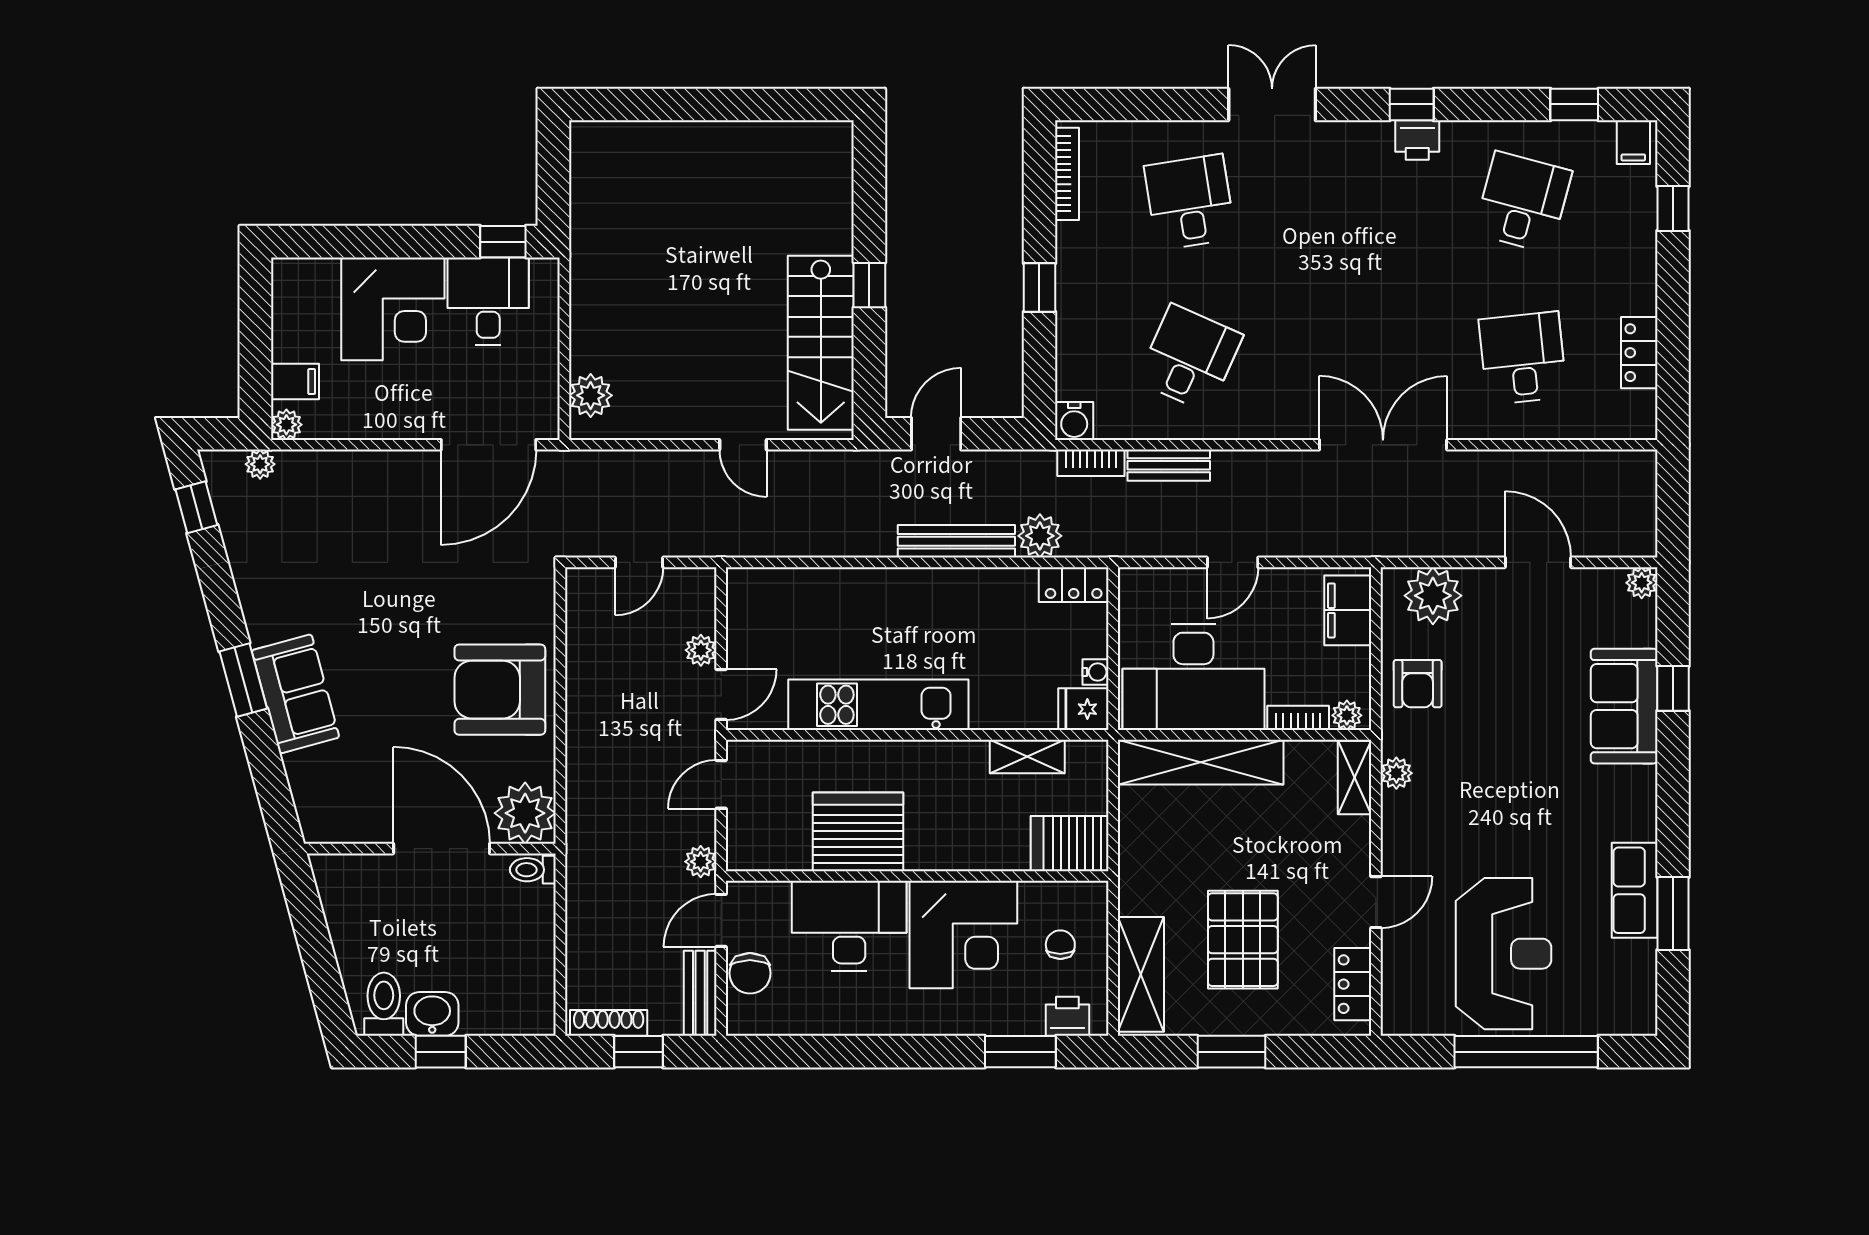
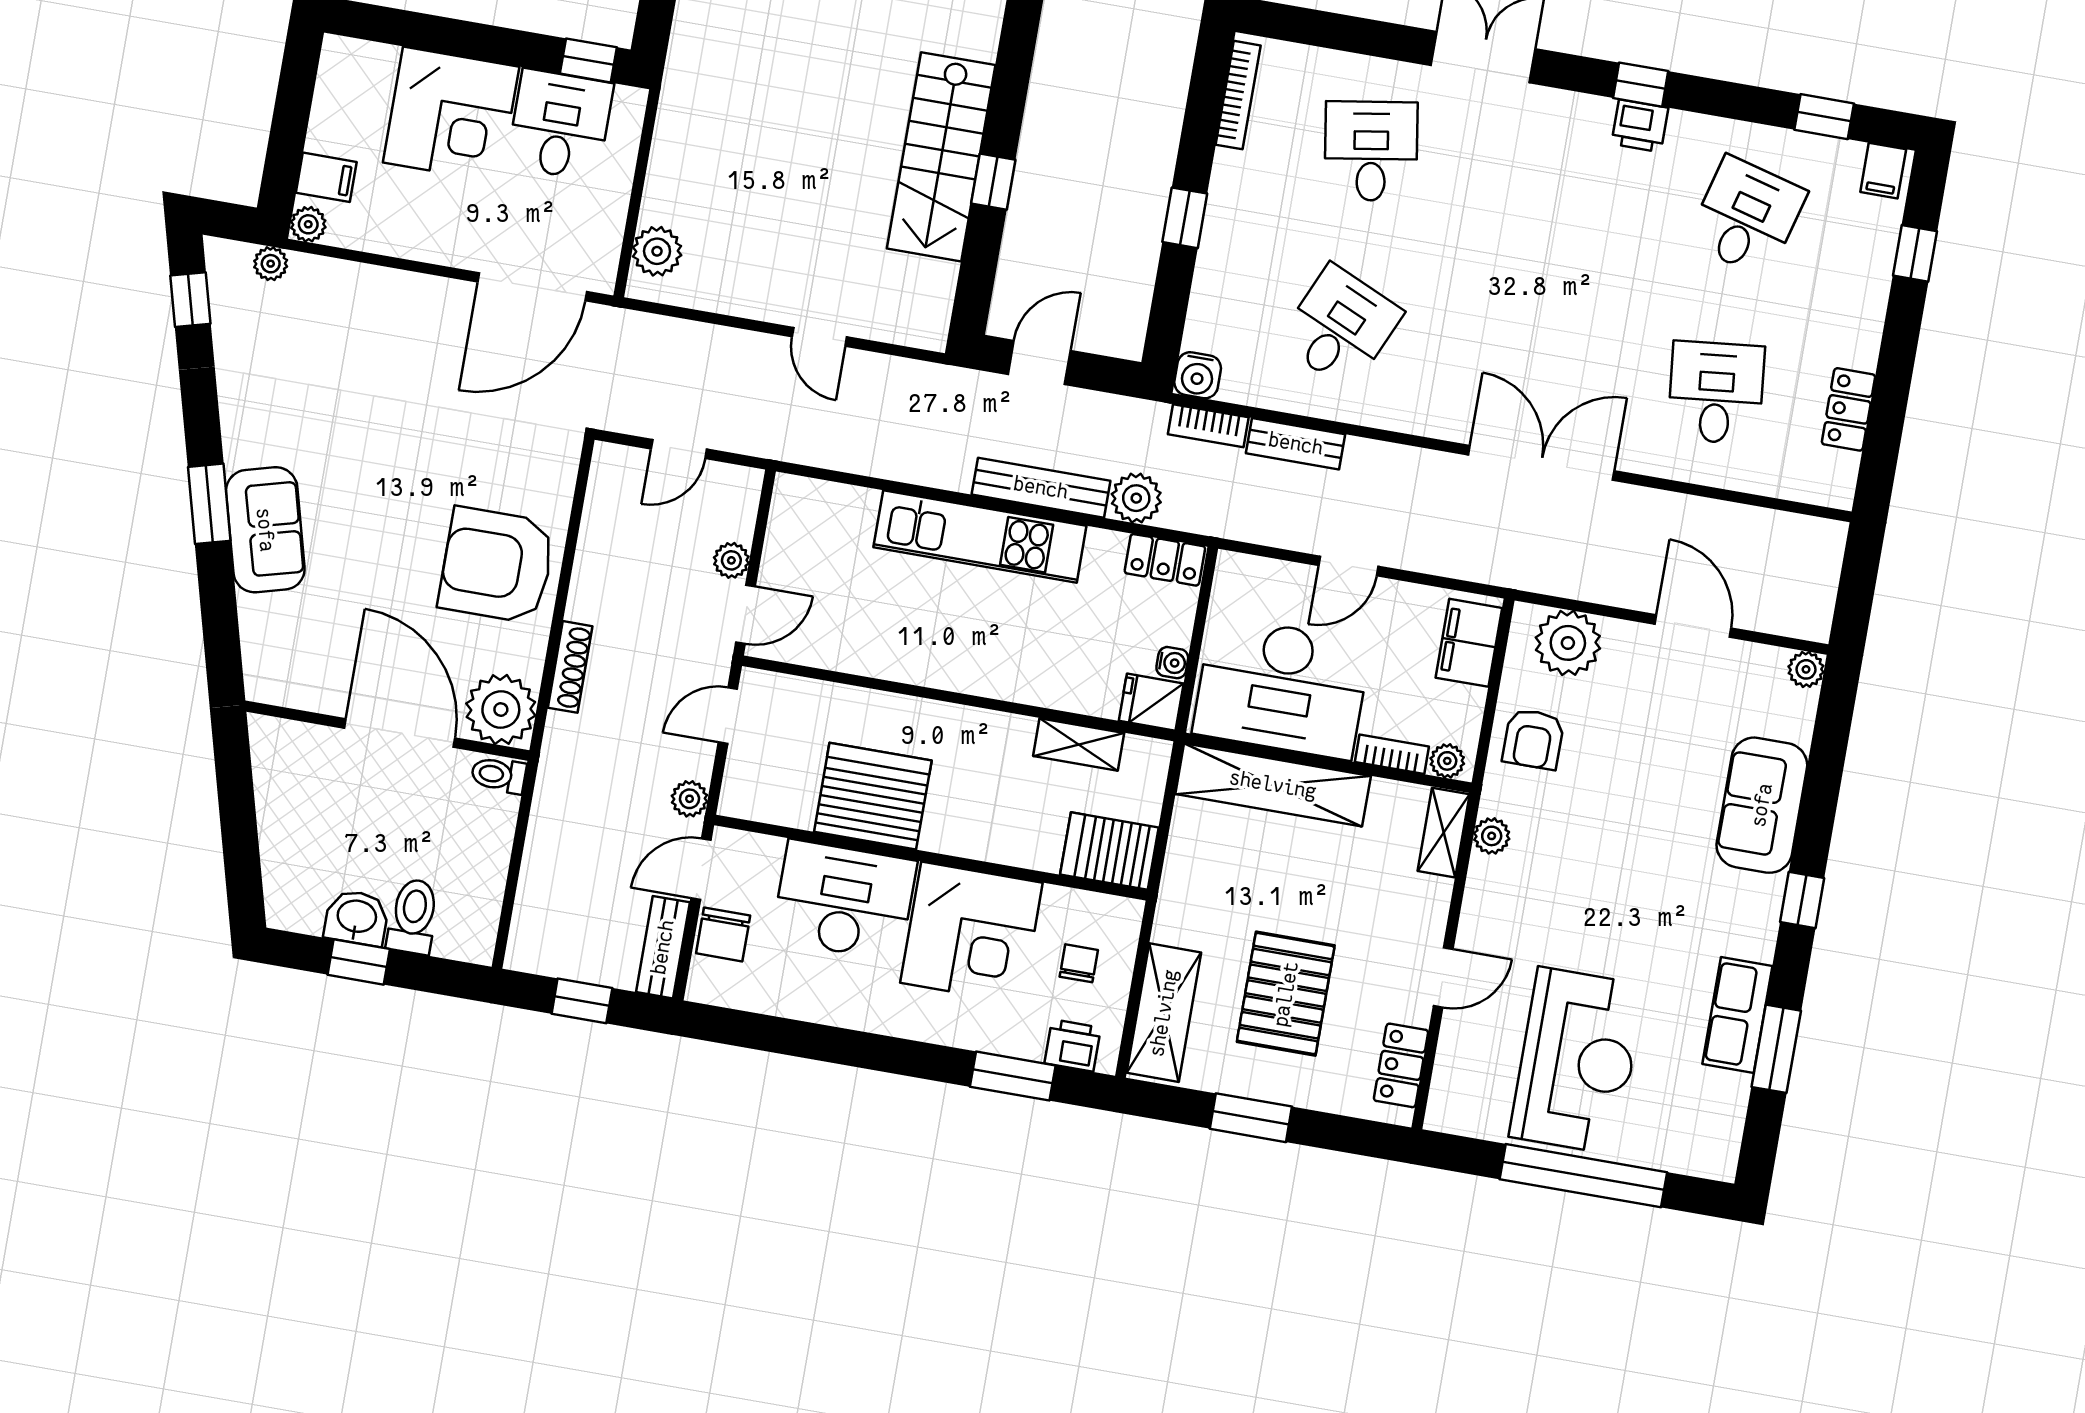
stairs: (821, 343) -> (941, 157), moved
window: (1673, 688) -> (1802, 900), moved
kitchen unit: (878, 705) -> (980, 537), moved, turned 180
toilet: (384, 1004) -> (413, 916), moved
shoe rack: (609, 1023) -> (570, 667), moved, turned 90

